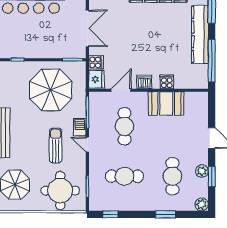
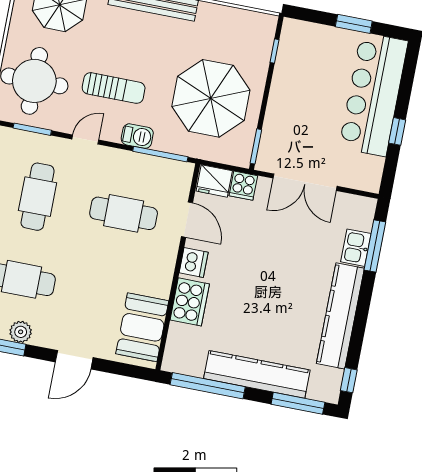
cooker: (167, 82) -> (190, 302), width x1.87, depth x1.31
booth: (166, 104) -> (142, 327), moved
door: (87, 145) -> (85, 140), moved

